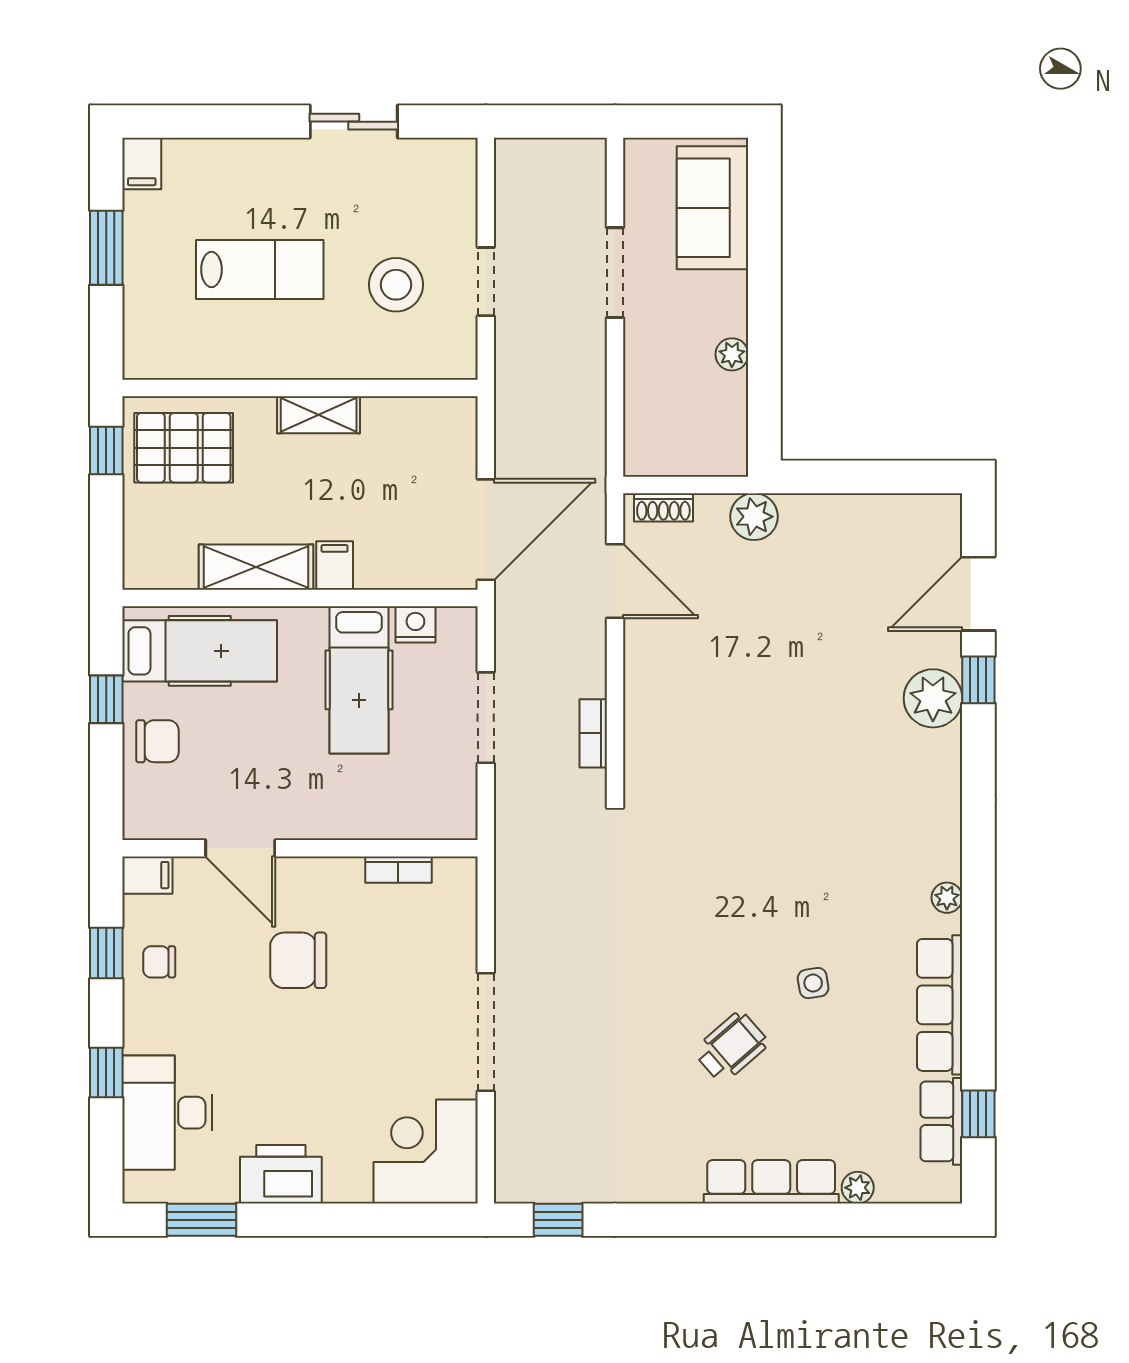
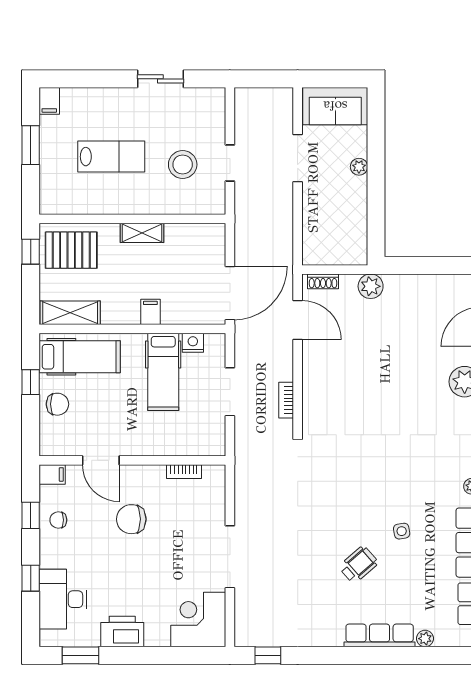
sofa: (713, 208) -> (335, 106), moved, turned -90
plant: (732, 354) -> (359, 167), moved
shelving: (256, 567) -> (70, 313), moved

